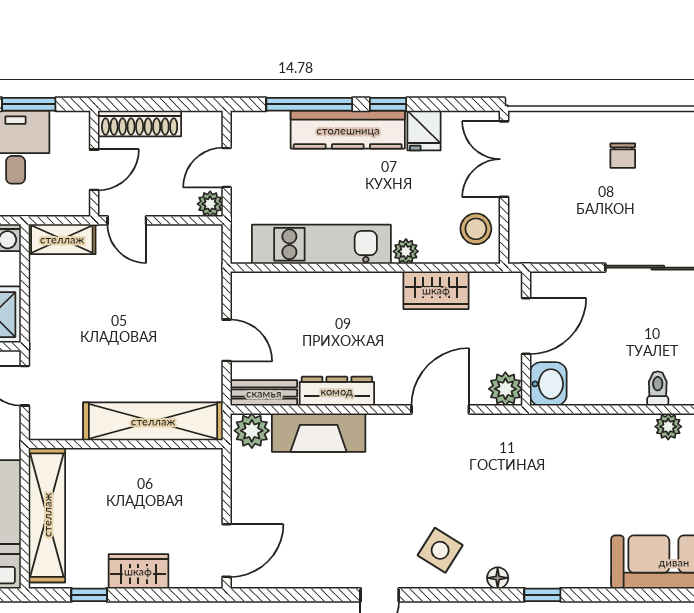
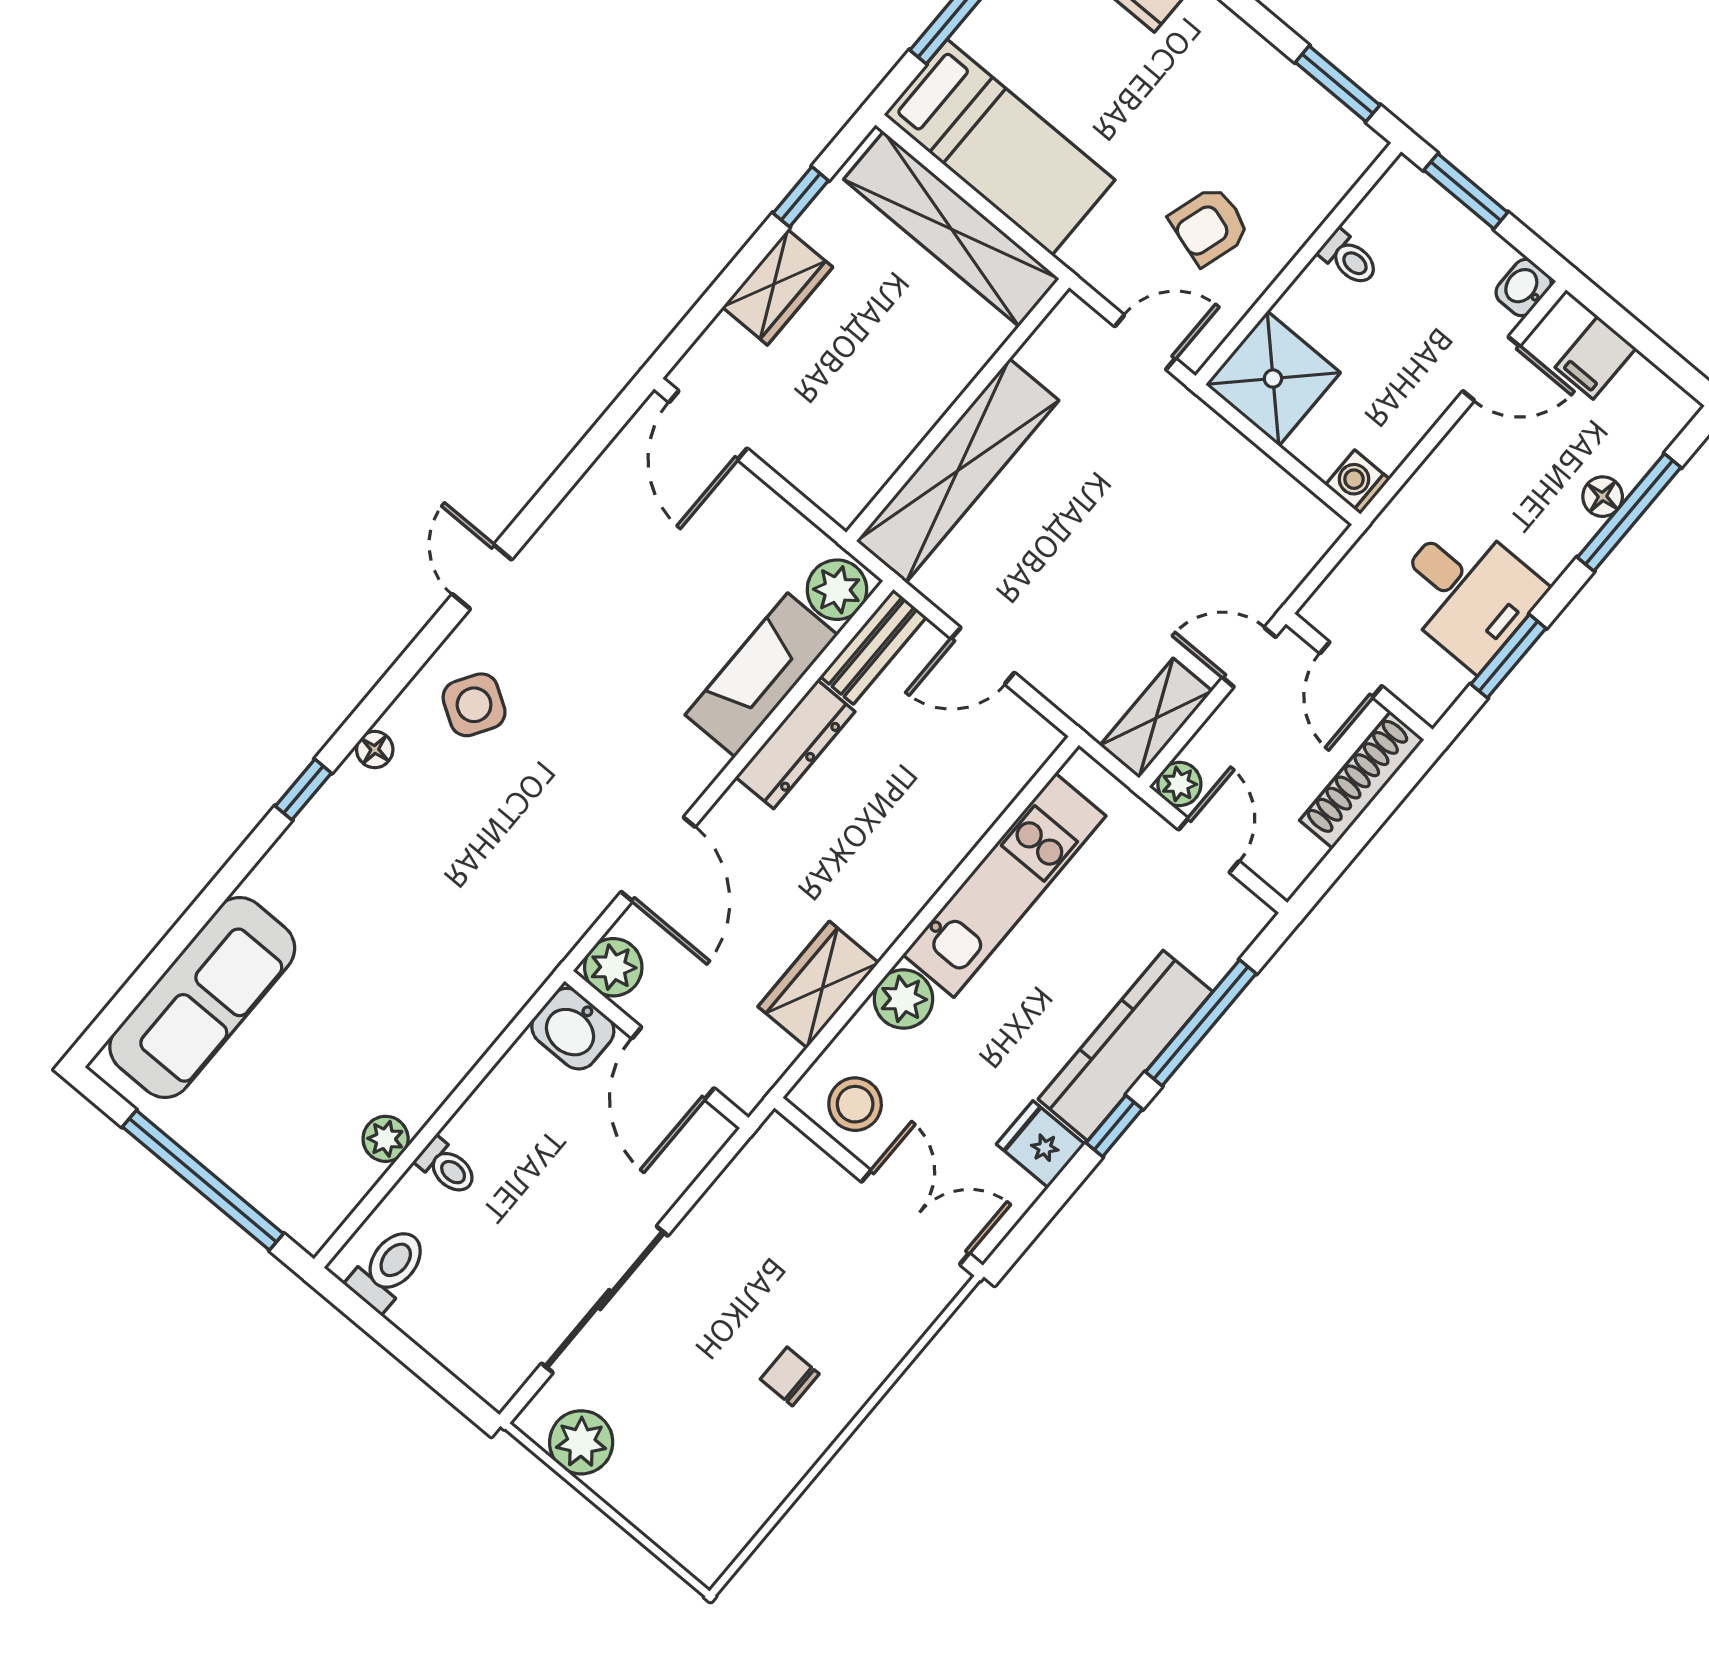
shelving: (62, 239) -> (1156, 718), moved
plant: (406, 251) -> (903, 999), width x1.38, depth x1.38

